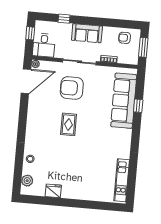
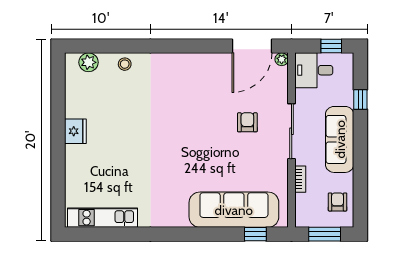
sofa: (87, 33) -> (340, 139), width x1.36
door: (26, 81) -> (252, 46), hinge flipped
armchair: (72, 88) -> (247, 122), width x0.53, depth x0.53
window: (138, 106) -> (255, 234), moved
rug: (69, 124) -> (187, 122), removed
fridge: (53, 191) -> (75, 131), moved

